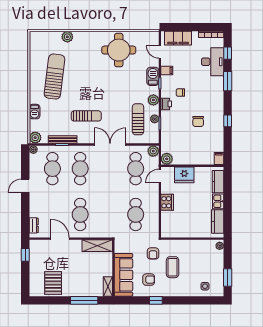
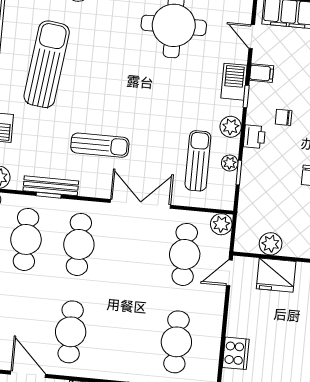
plant: (167, 159) -> (271, 244), moved
cooker: (167, 202) -> (236, 353), moved

